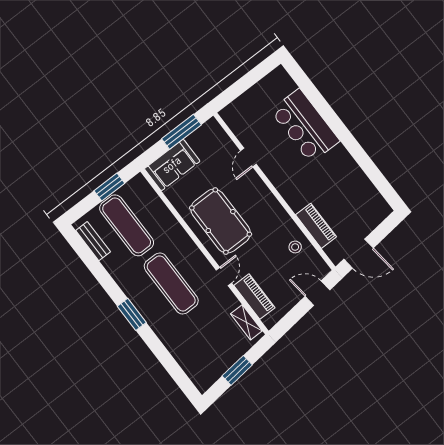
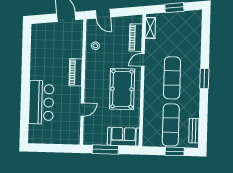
window: (109, 187) -> (175, 151), moved
piano: (316, 226) -> (76, 72), moved

